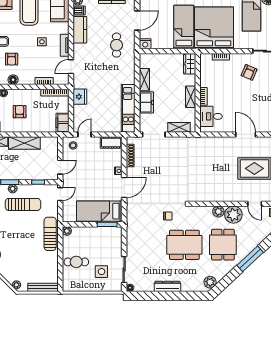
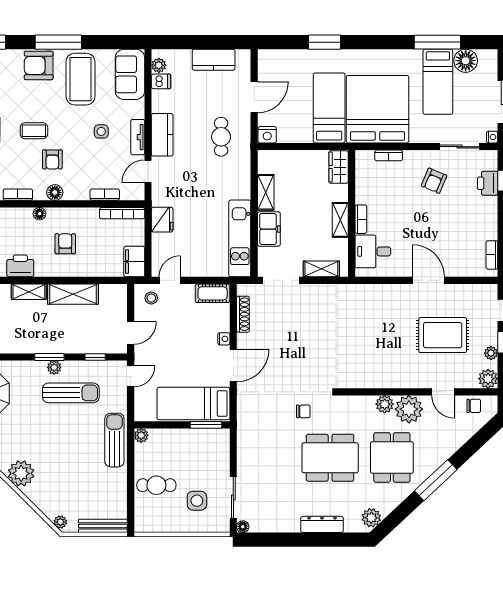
kitchen counter: (80, 30) -> (162, 135), moved
dresser: (168, 286) -> (322, 524), moved

